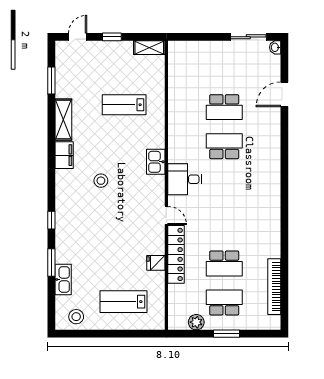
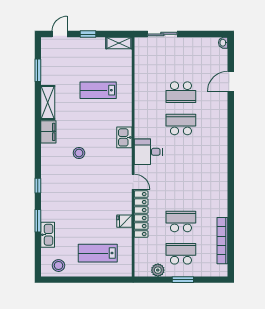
sliding door: (248, 37) -> (162, 34), moved
school desk: (224, 263) -> (181, 221), turned 180

